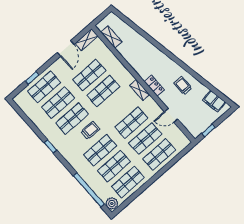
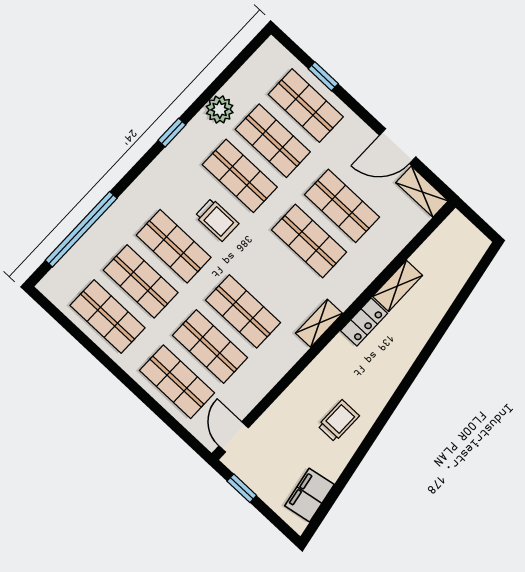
shelving: (111, 37) -> (397, 286), moved
locker: (154, 86) -> (364, 322), moved
door: (171, 115) -> (234, 437), moved
plant: (112, 203) -> (220, 109), moved

